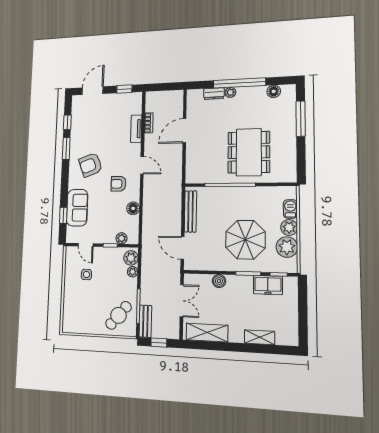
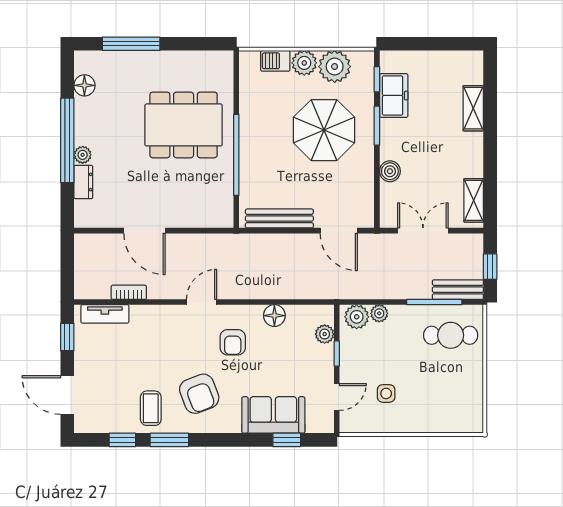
tv unit: (136, 129) -> (105, 314), moved
coffee table: (84, 138) -> (151, 408), added
door: (182, 248) -> (339, 231), hinge flipped
cafe table: (118, 315) -> (451, 335), turned -41
shelving: (207, 333) -> (474, 200), width x0.67, depth x0.75

